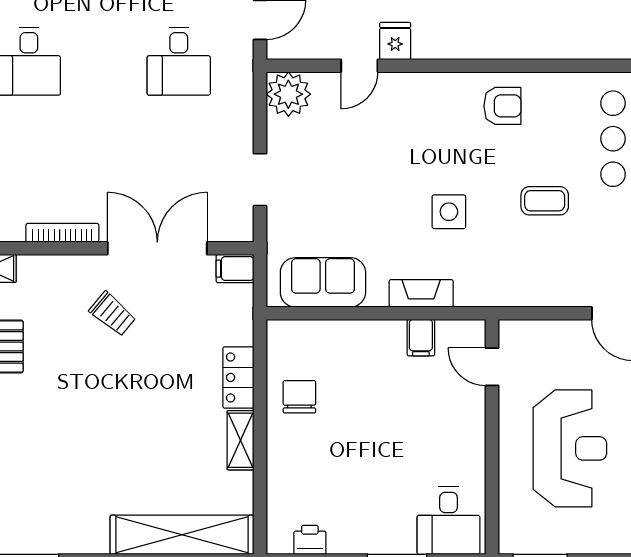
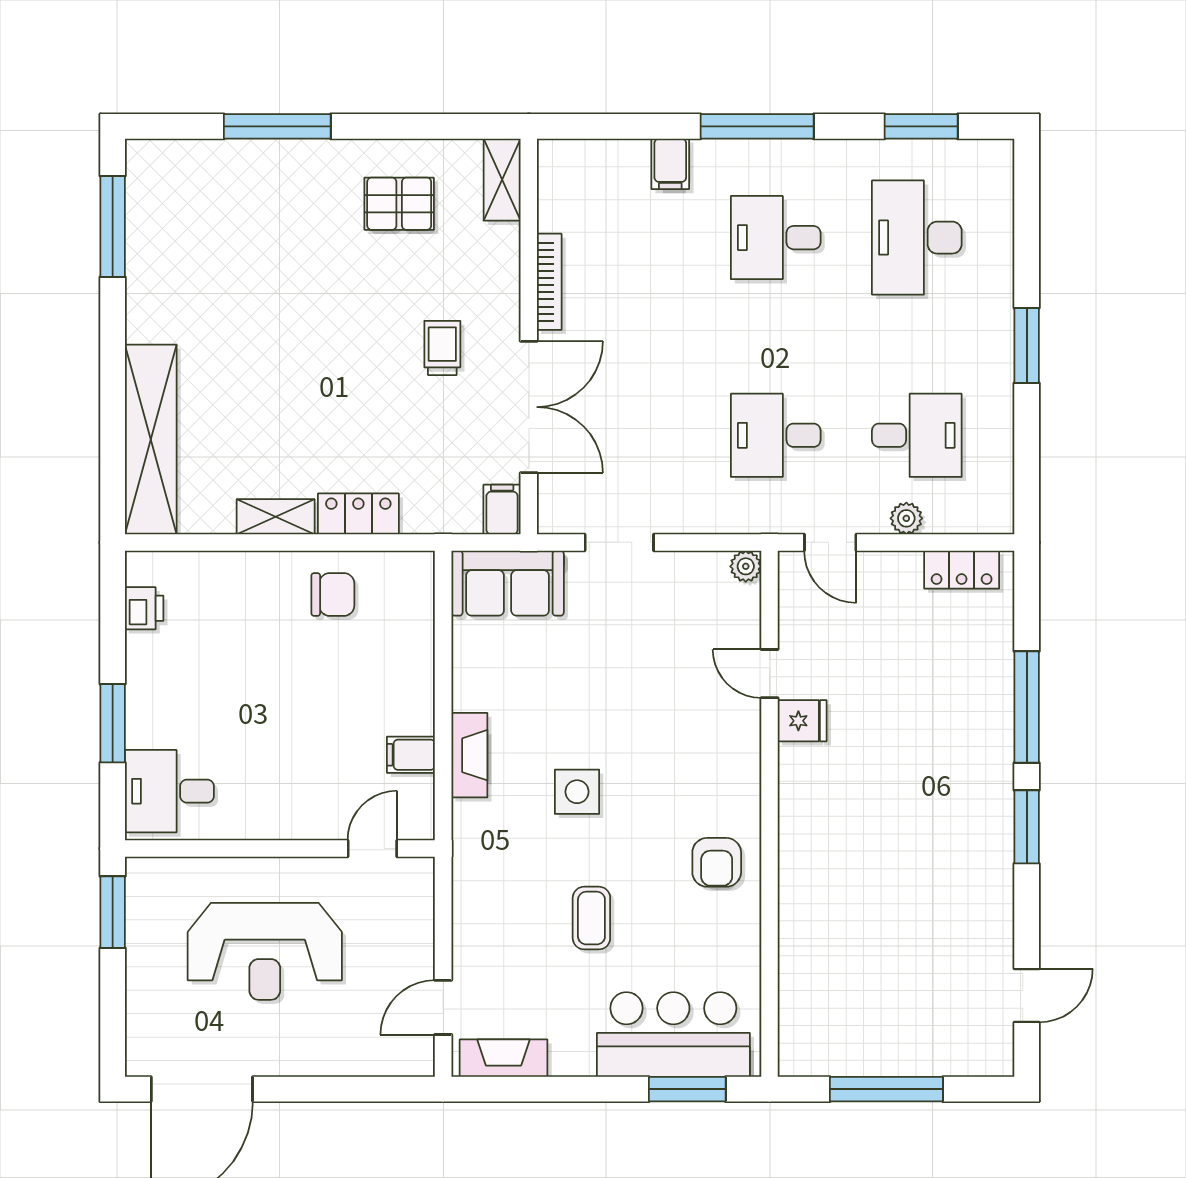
plant: (288, 94) -> (746, 566), width x0.53, depth x0.53
sofa: (323, 282) -> (508, 583), moved, turned 90
trolley: (113, 314) -> (442, 348), turned 140

